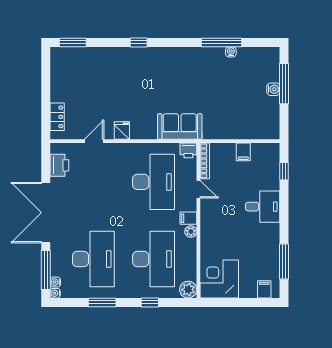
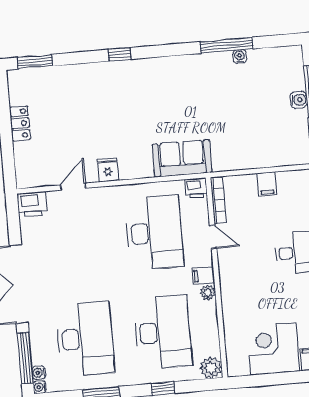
locker: (57, 117) -> (20, 123), moved
printer: (59, 165) -> (32, 204), moved, turned 90
corner desk: (219, 279) -> (273, 349), moved

